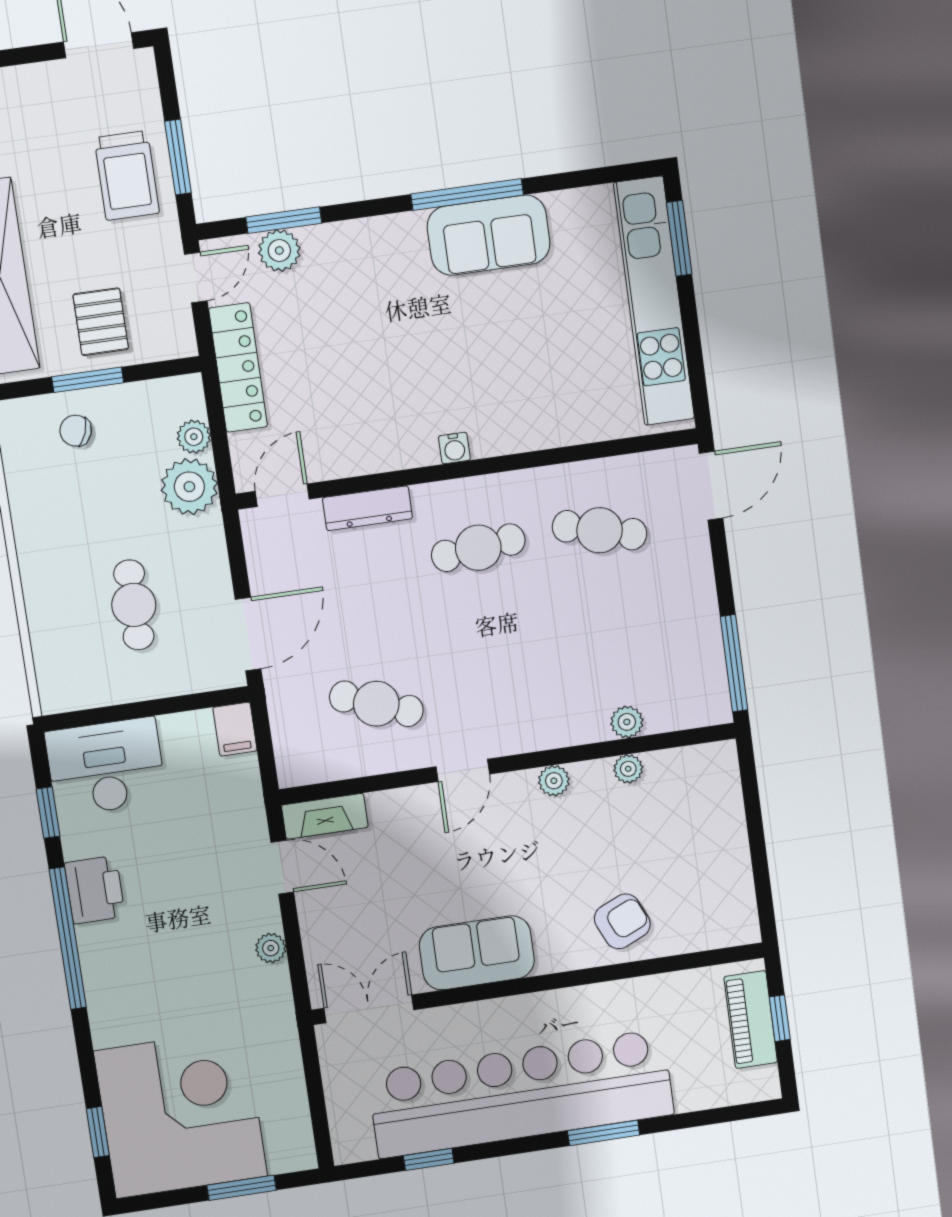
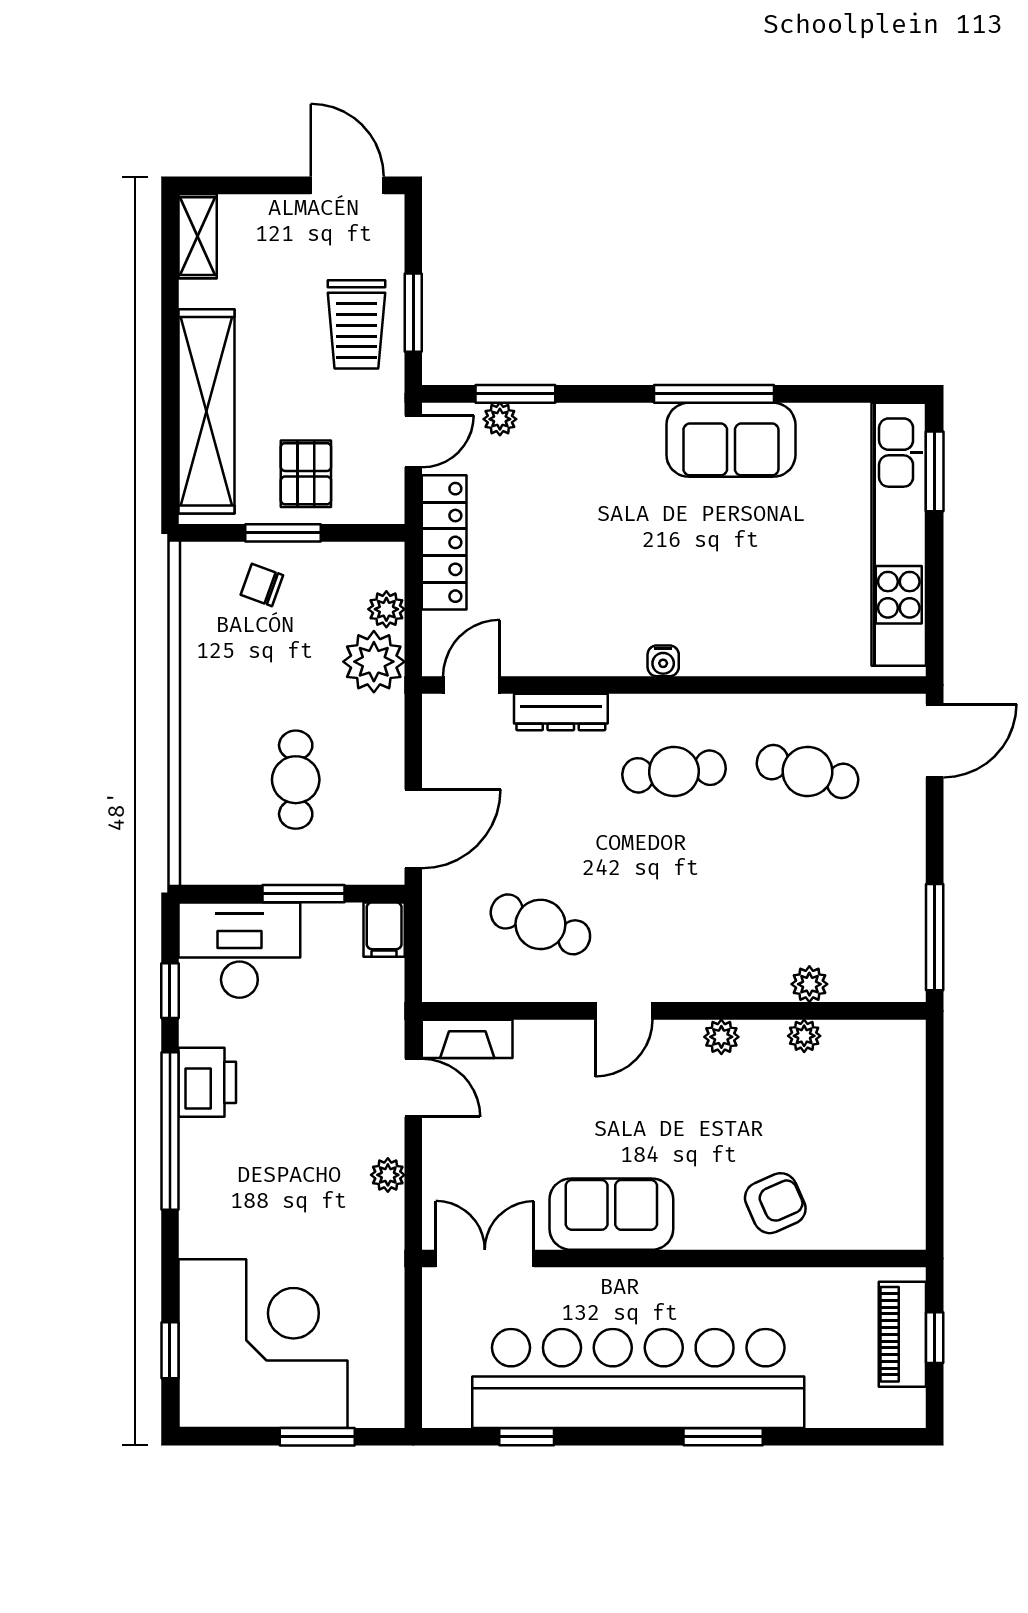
plant: (279, 251) -> (500, 419), width x0.73, depth x0.73
window: (157, 707) -> (304, 894), added

